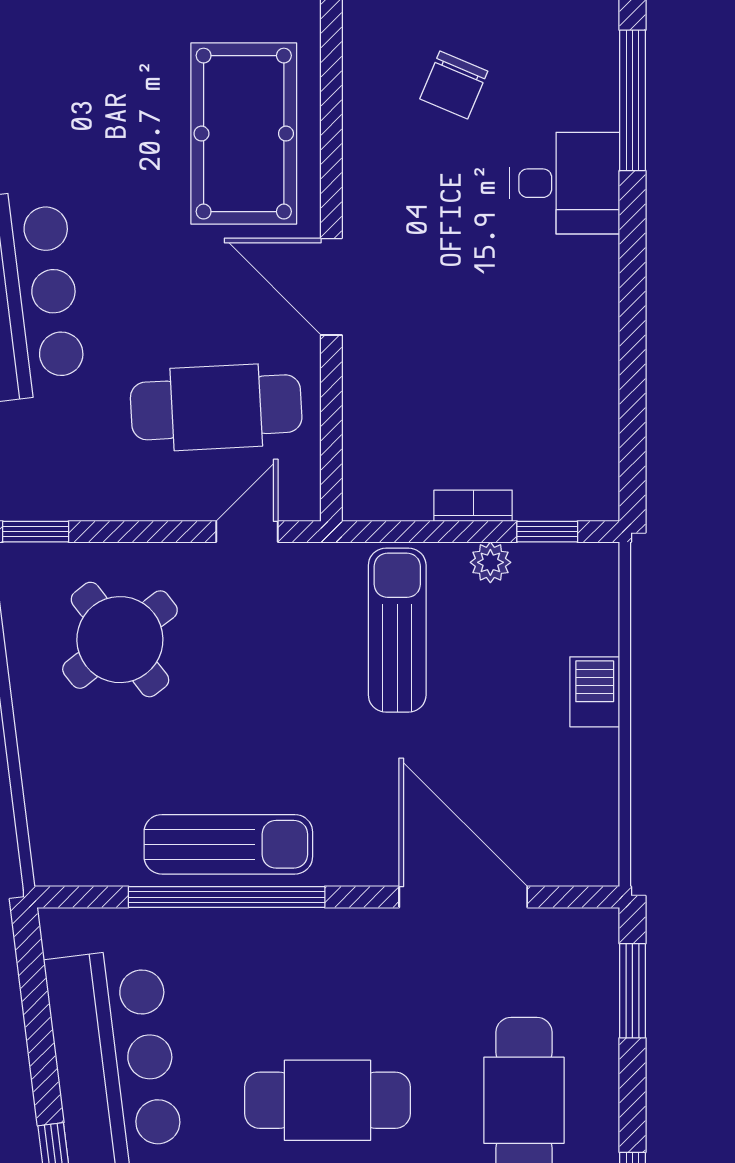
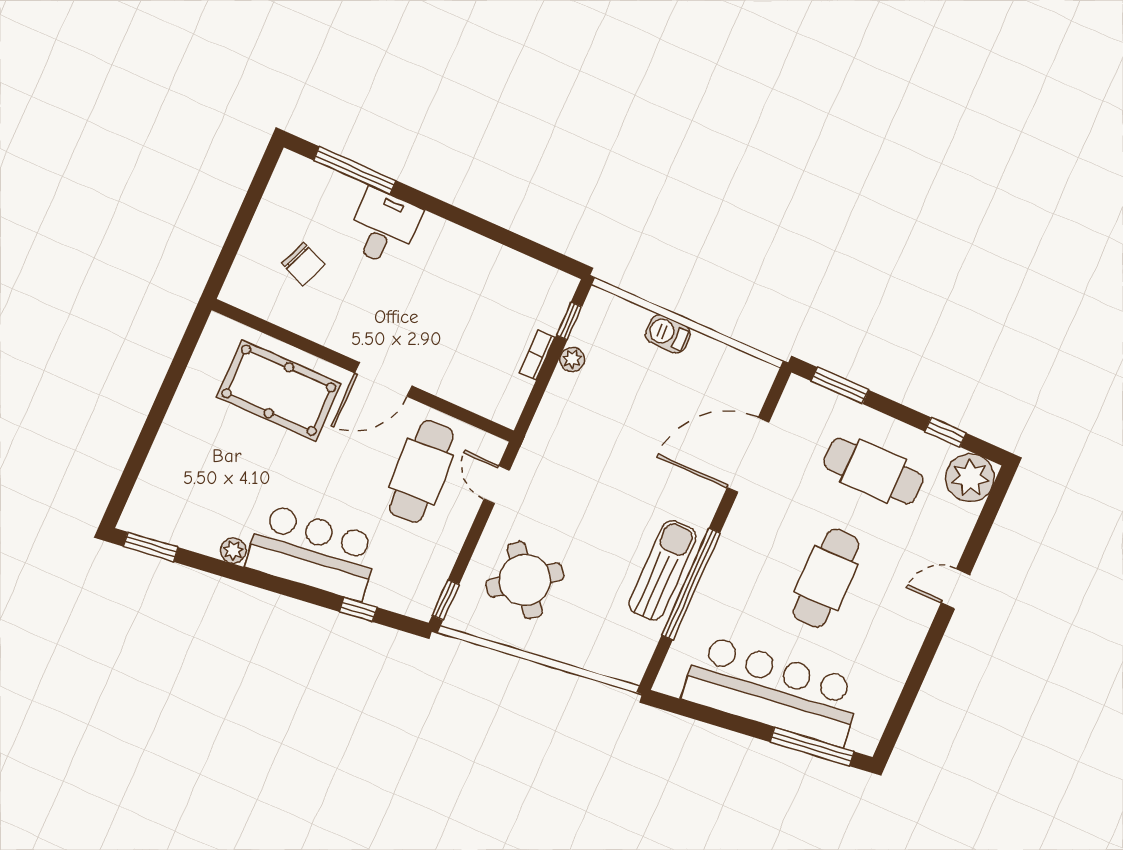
sun lounger: (397, 630) -> (587, 427), removed

